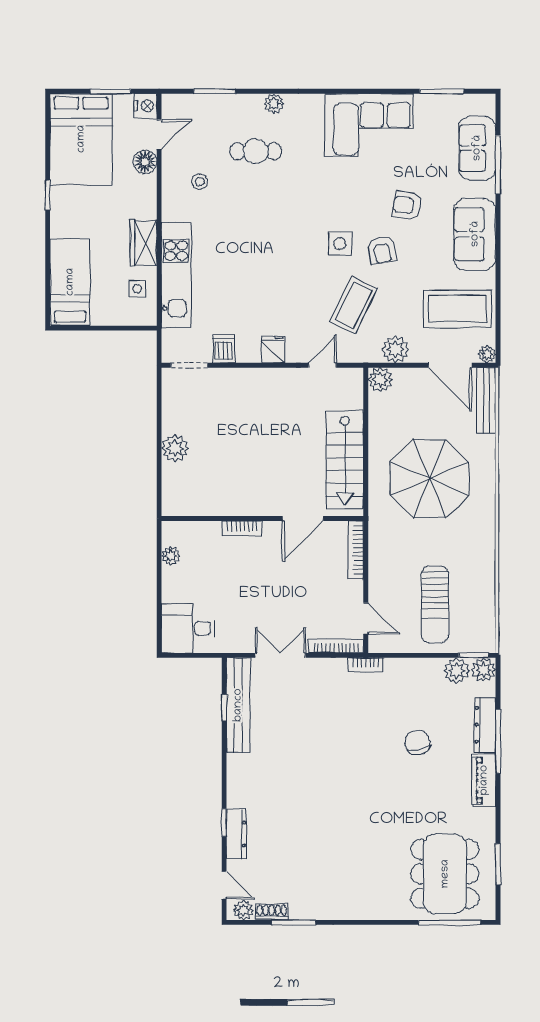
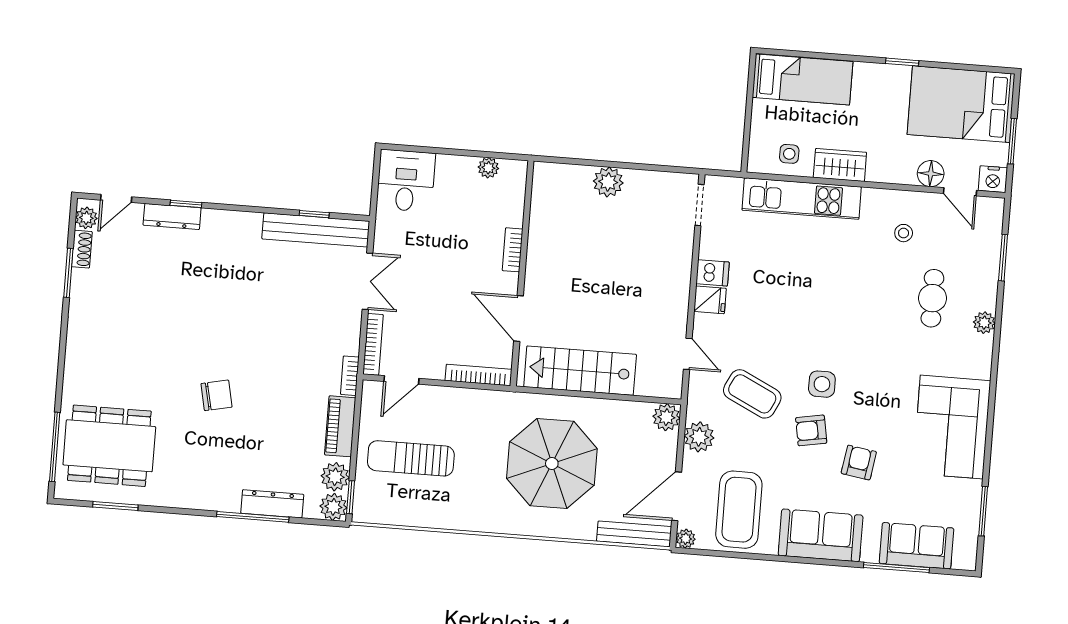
dishwasher: (223, 349) -> (713, 273), moved
chair: (418, 742) -> (216, 395), moved
piano: (484, 780) -> (340, 426), moved, turned -90

